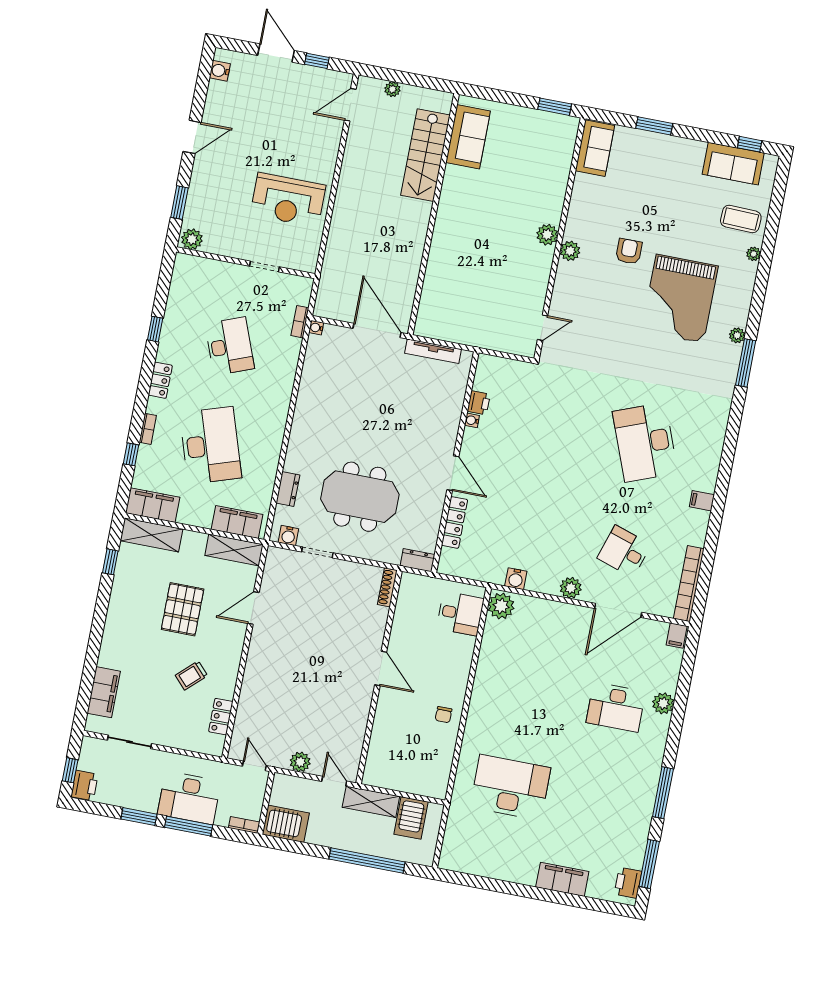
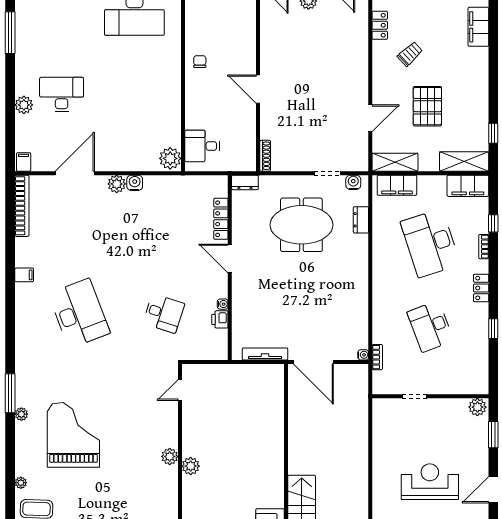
reception desk: (288, 200) -> (430, 482), moved
armchair: (629, 251) -> (122, 465), removed
desk: (624, 551) -> (164, 313), moved
water cooler: (516, 579) -> (135, 183), moved

